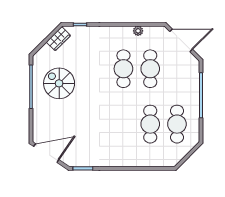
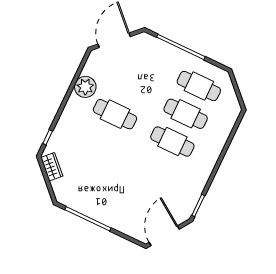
plant: (138, 31) -> (85, 87), width x1.88, depth x1.88
cafe table: (150, 69) -> (172, 142), moved
spiral stairs: (59, 83) -> (98, 188), removed

